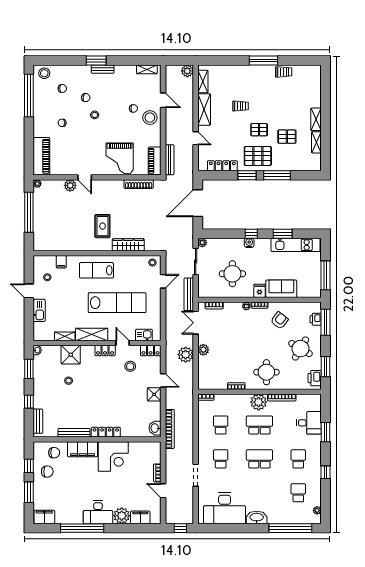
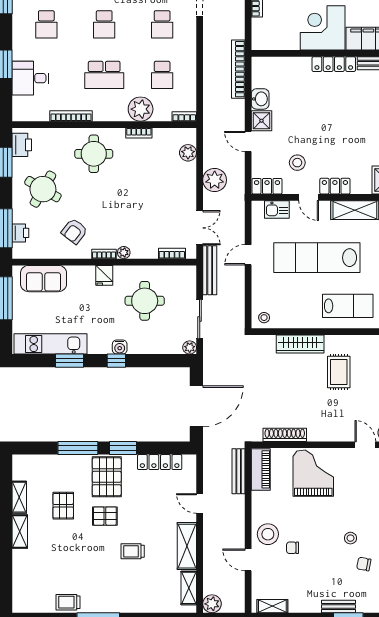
pallet: (287, 137) -> (63, 506), turned 90
pallet: (258, 156) -> (107, 477), turned 90
door: (163, 281) -> (248, 255), moved
sofa: (281, 289) -> (44, 279), moved
plant: (203, 350) -> (188, 153), moved
plant: (259, 402) -> (141, 109), moved
washbasin: (155, 428) -> (260, 99), moved
school desk: (259, 459) -> (104, 24), width x0.54

